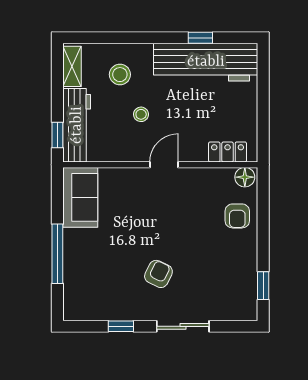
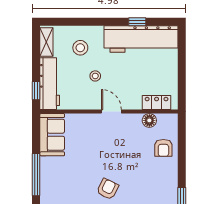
door: (164, 165) -> (111, 112), hinge flipped
floor lamp: (245, 177) -> (149, 120), moved

